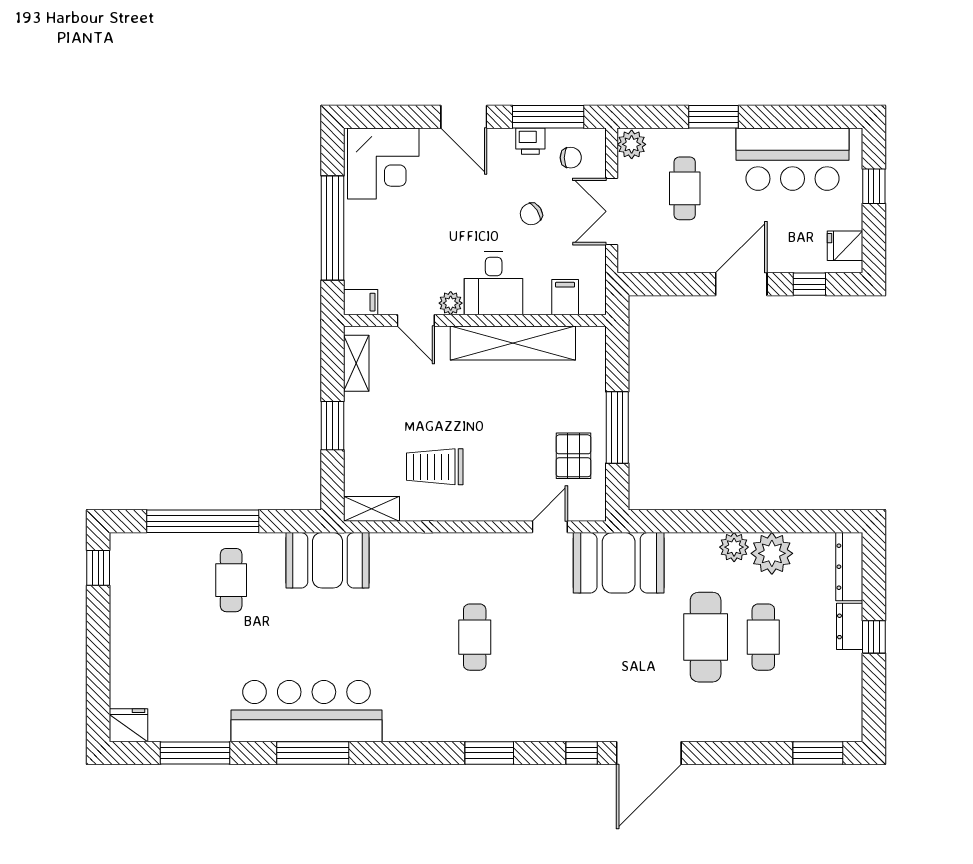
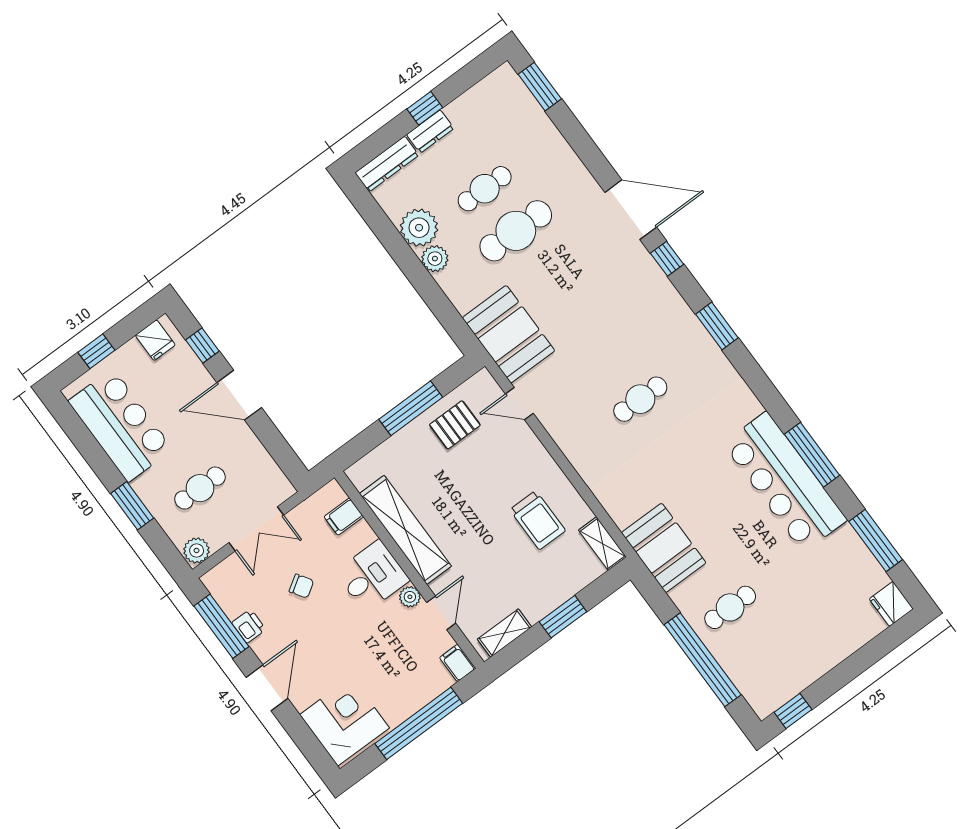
chair: (571, 158) -> (239, 588), removed

